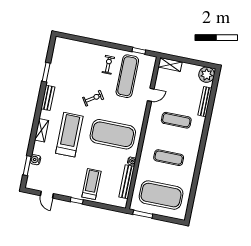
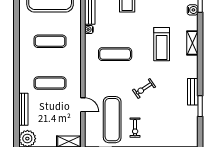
door: (151, 95) -> (83, 105), swing flipped
bench: (48, 98) -> (193, 92), moved
exercise mat: (113, 134) -> (115, 54), width x0.50, depth x0.69
treadmill: (69, 135) -> (162, 44), width x0.73, depth x0.73

